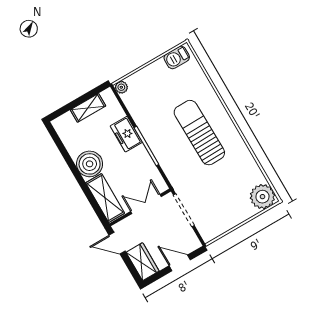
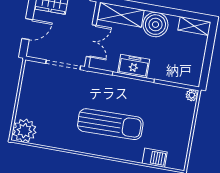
barbecue: (177, 57) -> (155, 158), moved, turned 90
shelving: (88, 108) -> (194, 26), moved, turned 90
freezer: (126, 134) -> (134, 66), moved

